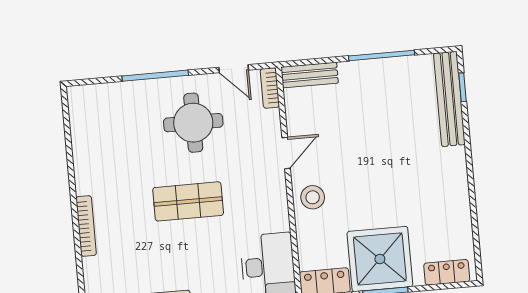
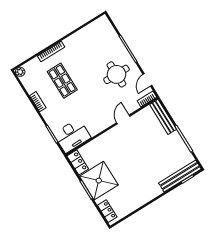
bench: (310, 75) -> (163, 117), width x1.36
door: (286, 153) -> (123, 119), swing flipped
stool: (313, 197) -> (110, 140), removed
shop shelf: (188, 201) -> (62, 81), moved

